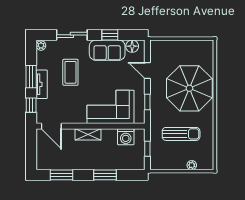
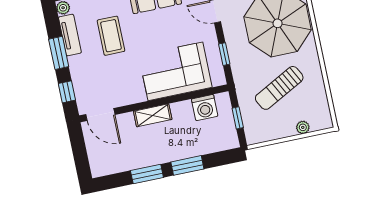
tv unit: (42, 84) -> (70, 35), moved
sun lounger: (181, 134) -> (279, 88), turned 152
window: (62, 175) -> (147, 174), moved

